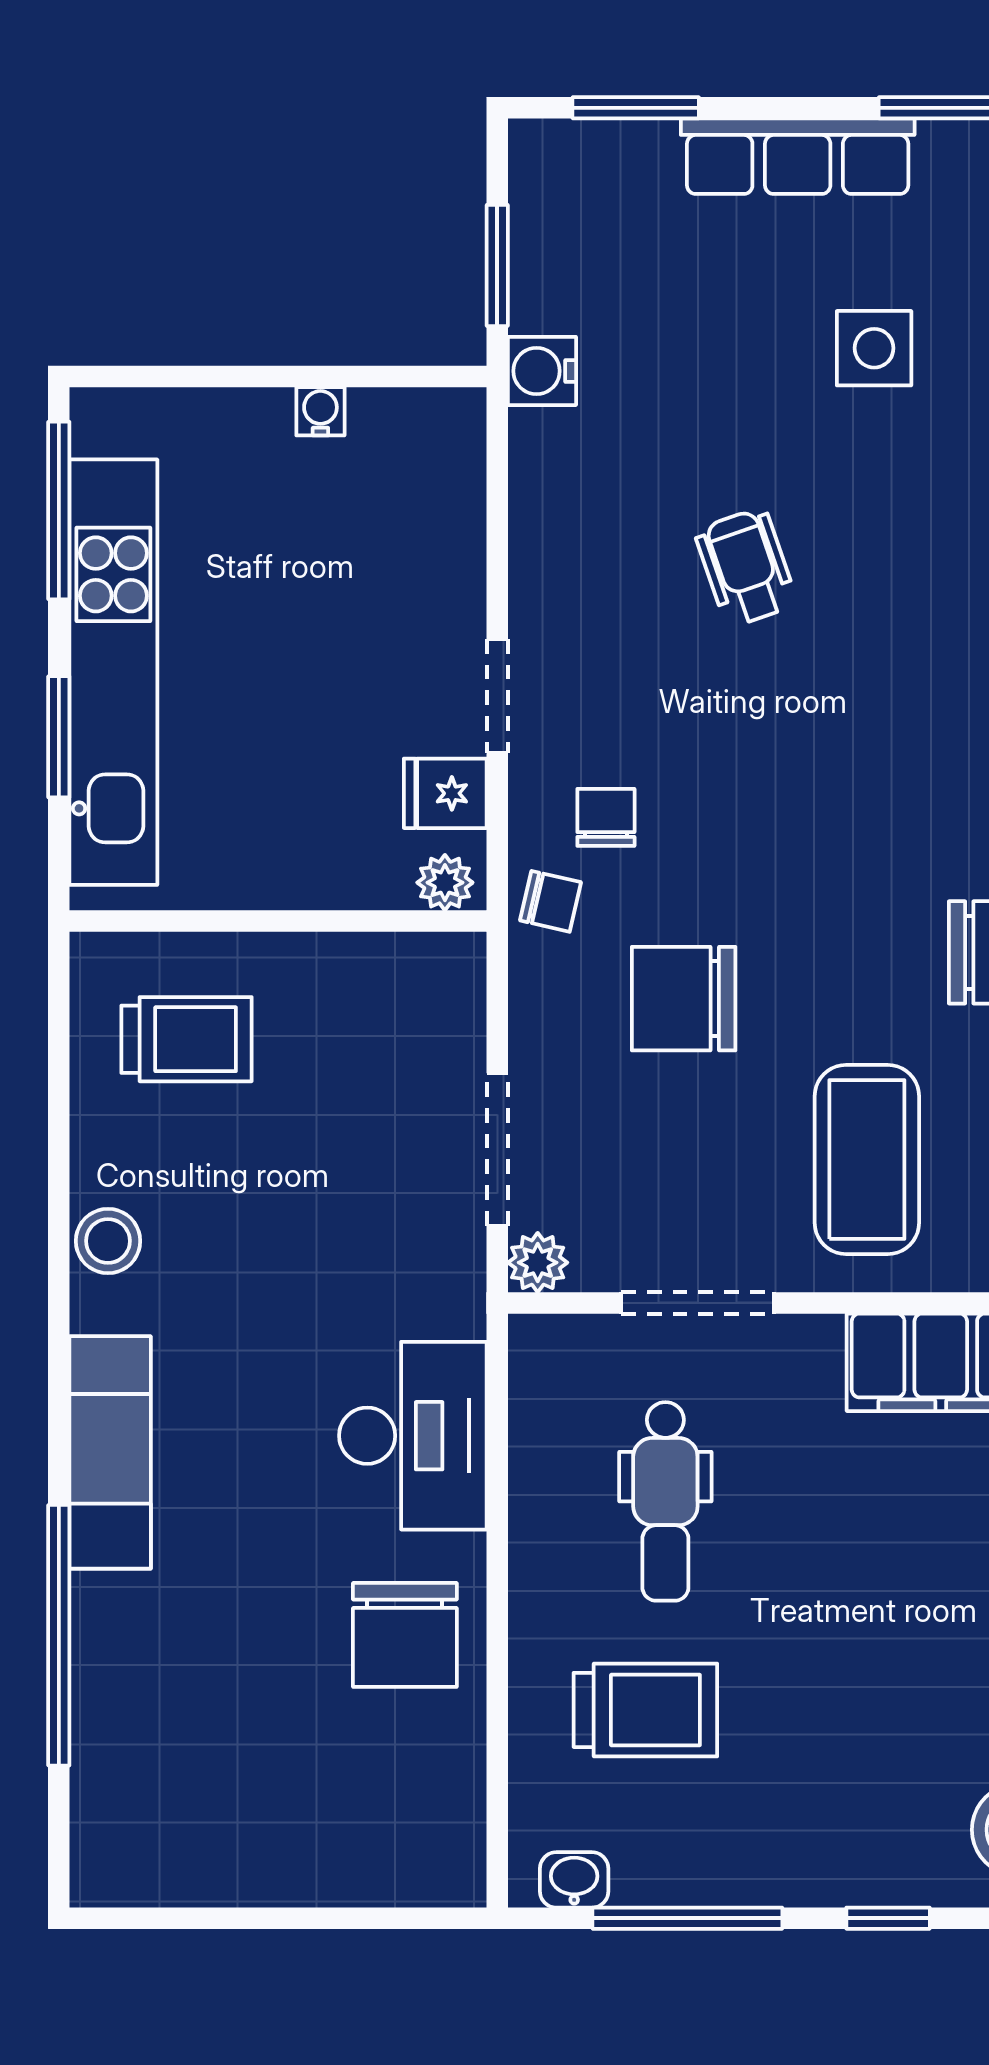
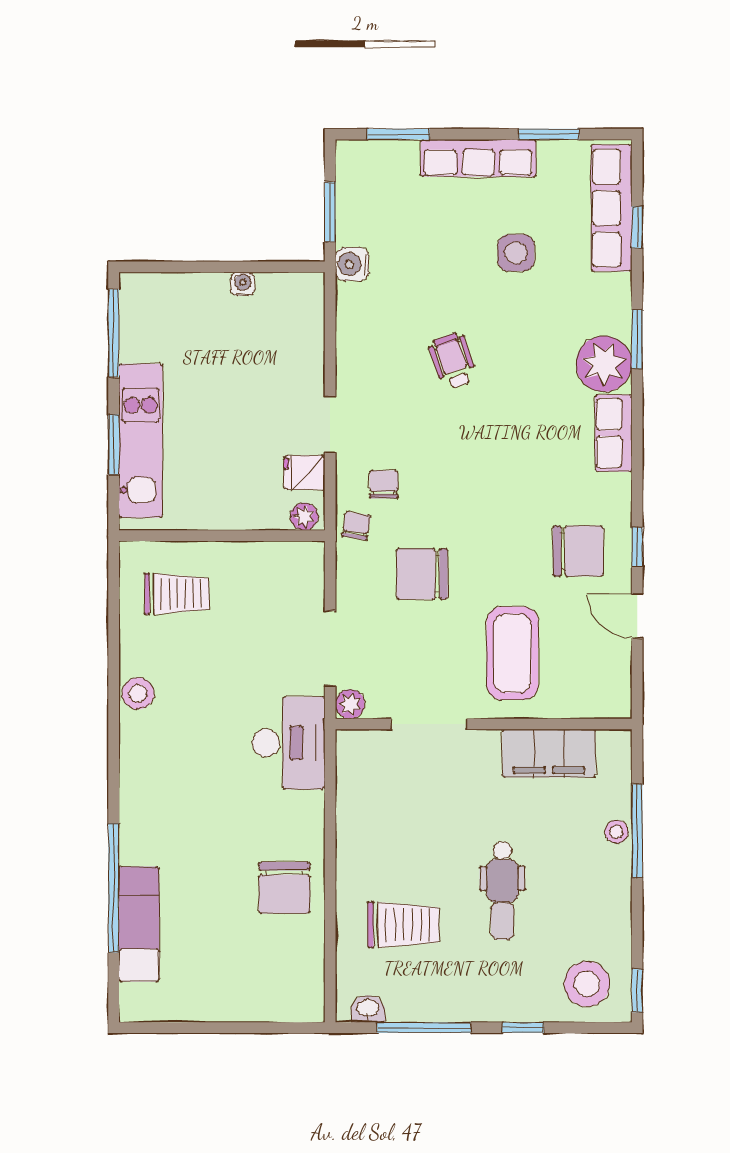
kitchen unit: (113, 672) -> (141, 441), width x0.73
chair: (551, 901) -> (356, 526), turned -94
desk: (413, 1436) -> (288, 743), moved
exam couch: (110, 1452) -> (139, 924), moved
dental chair: (665, 1501) -> (502, 891), moved

